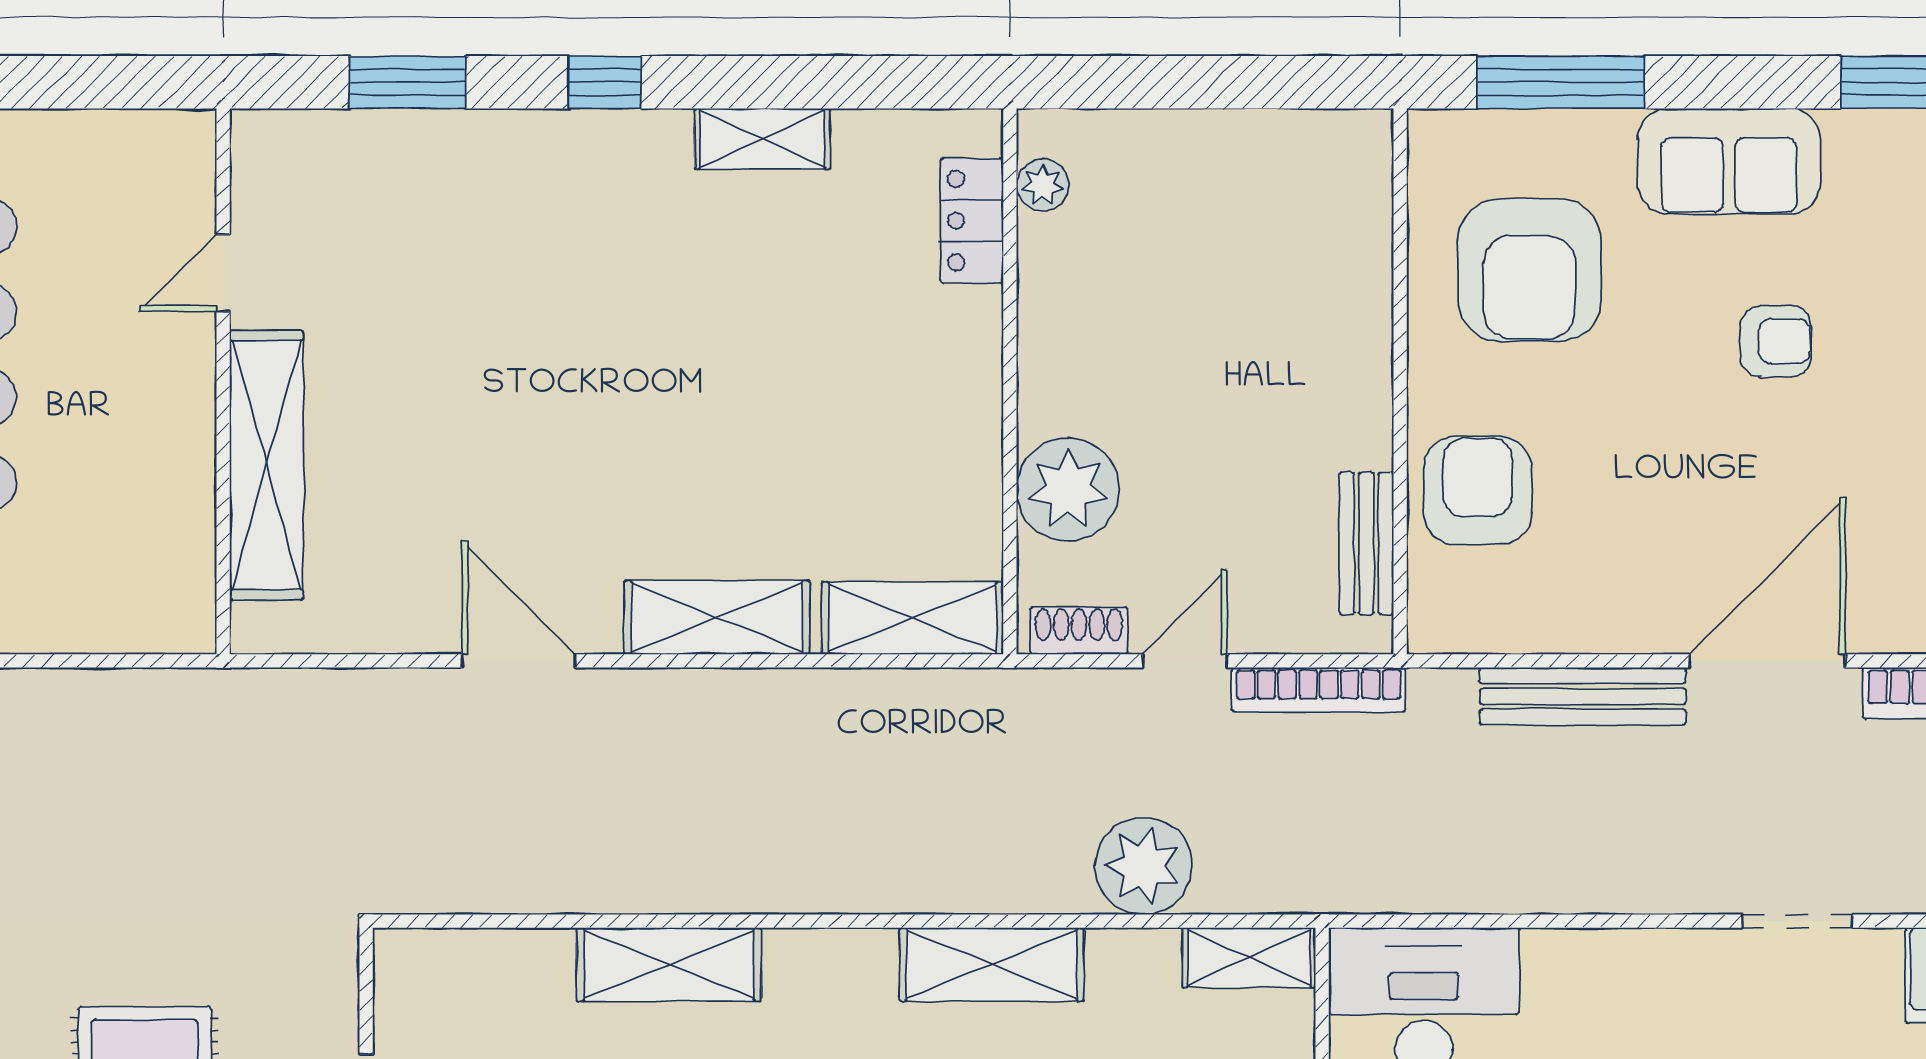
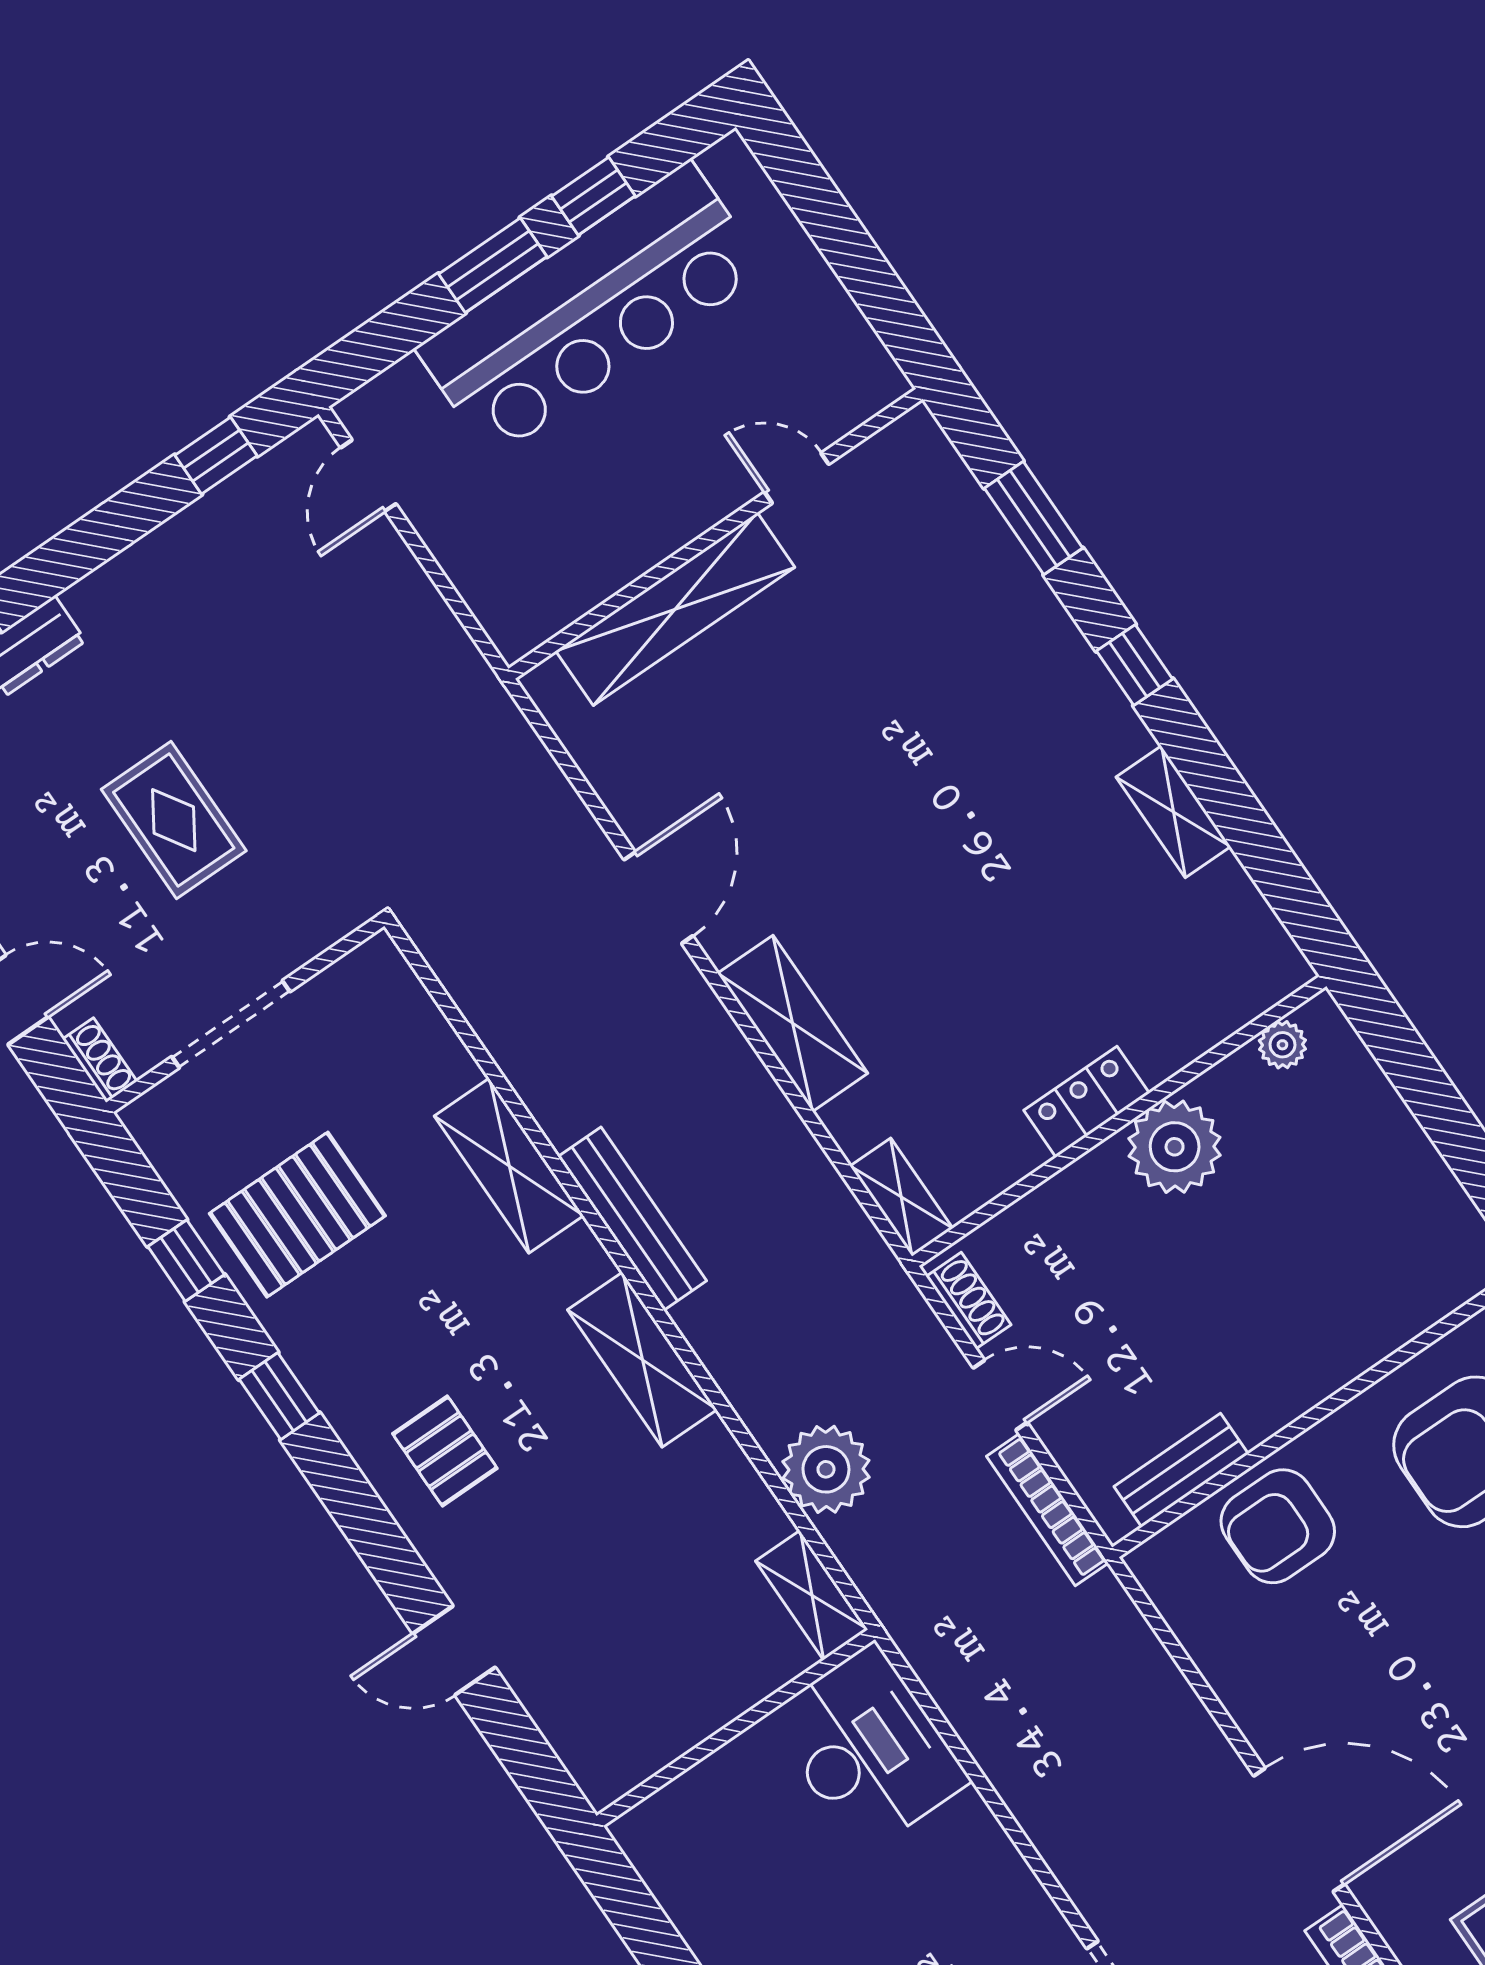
locker: (972, 221) -> (1087, 1102), moved
plant: (1068, 490) -> (1175, 1147), moved
armchair: (1478, 490) -> (1278, 1526), turned 180
shelving: (912, 618) -> (901, 1197), width x0.67, depth x0.75
bench: (1583, 696) -> (632, 1219), moved
shelving: (992, 964) -> (642, 1360), moved

